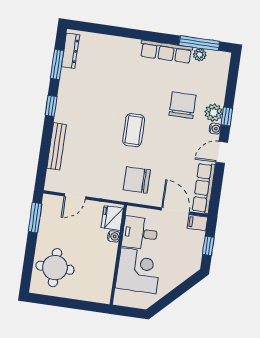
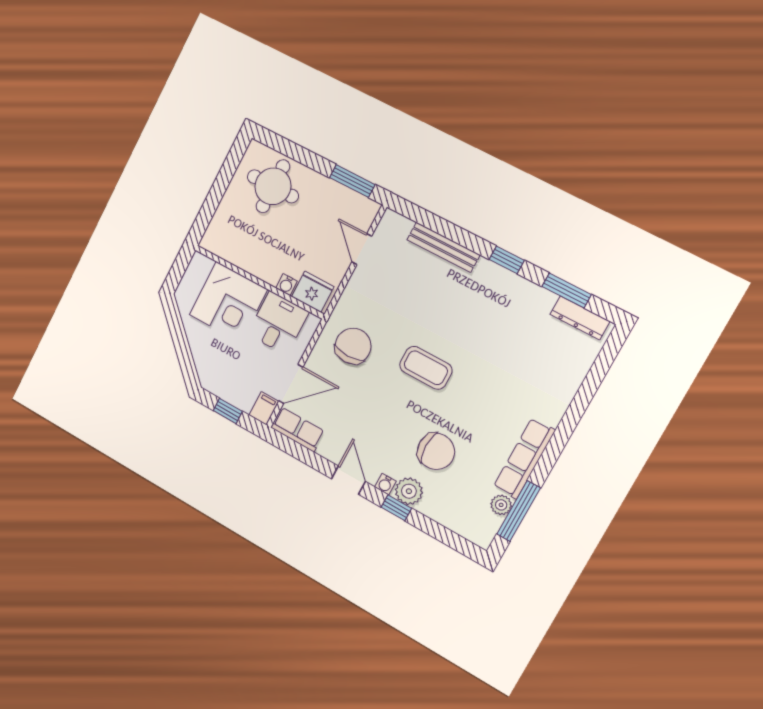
row of seats: (204, 188) -> (298, 429), width x0.68

